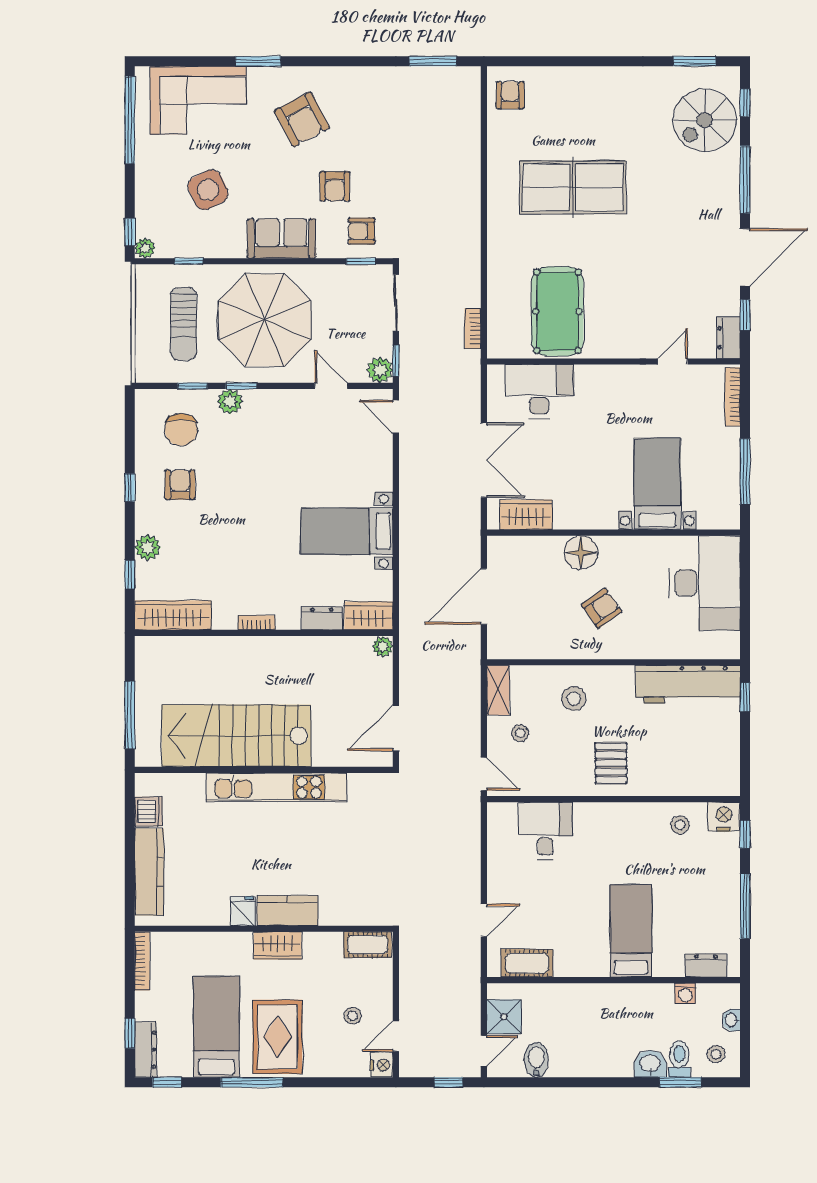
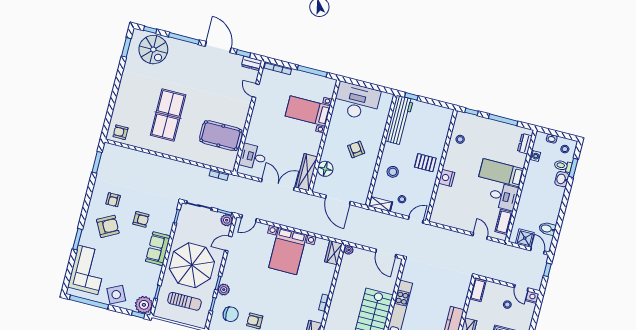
side table: (208, 190) -> (116, 295), moved
armchair: (362, 231) -> (113, 200), moved
plant: (145, 248) -> (144, 305), width x1.87, depth x1.87
desk: (539, 391) -> (253, 157), width x0.73
wardrobe: (526, 515) -> (307, 172), width x1.50
bed with nightstands: (347, 531) -> (288, 251), width x1.36
floor lamp: (581, 553) -> (325, 169), moved
dresser: (322, 618) -> (329, 273), removed
nightstand: (724, 817) -> (447, 178), moved
desk: (545, 831) -> (503, 196), moved, turned 180

